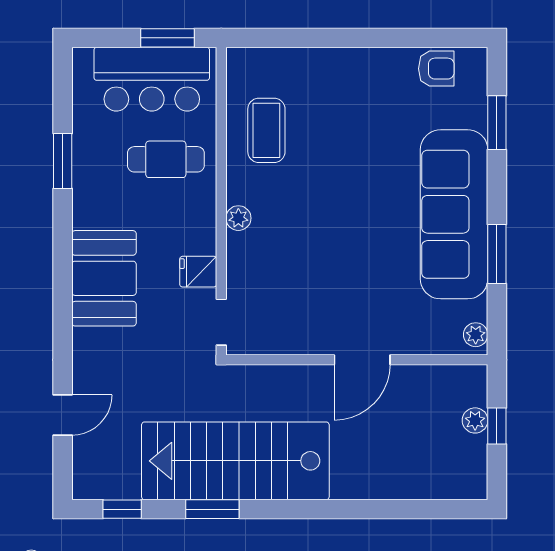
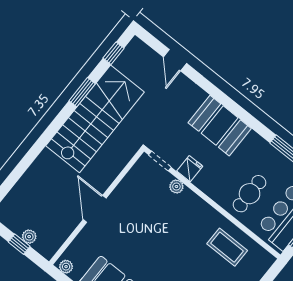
plant: (238, 218) -> (176, 187), moved

